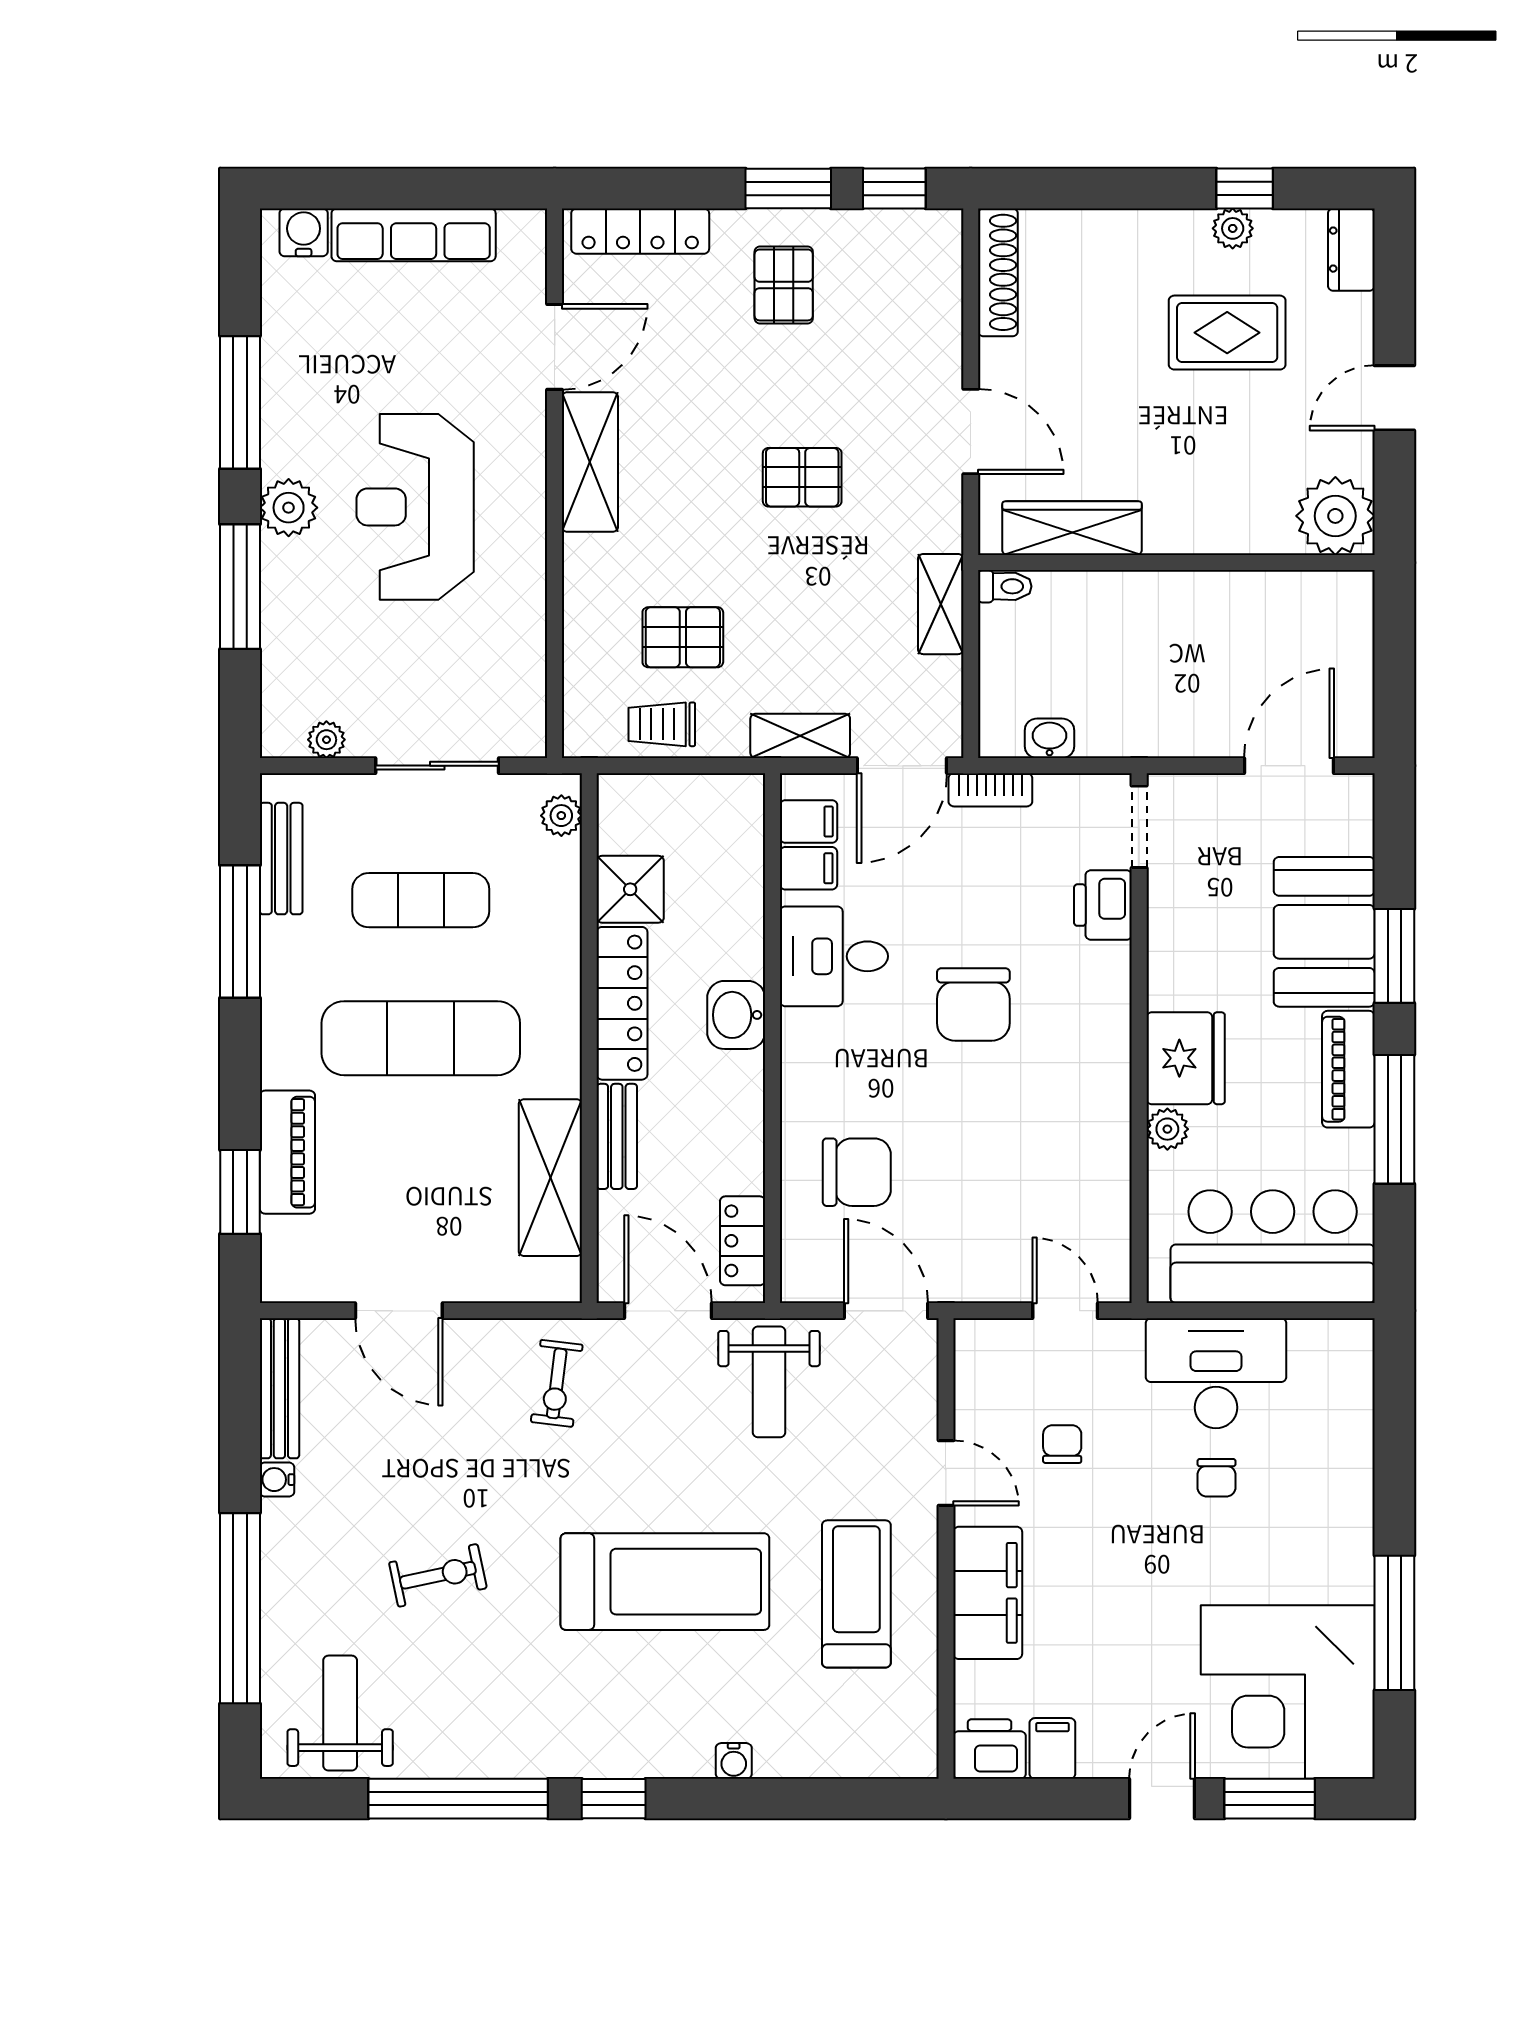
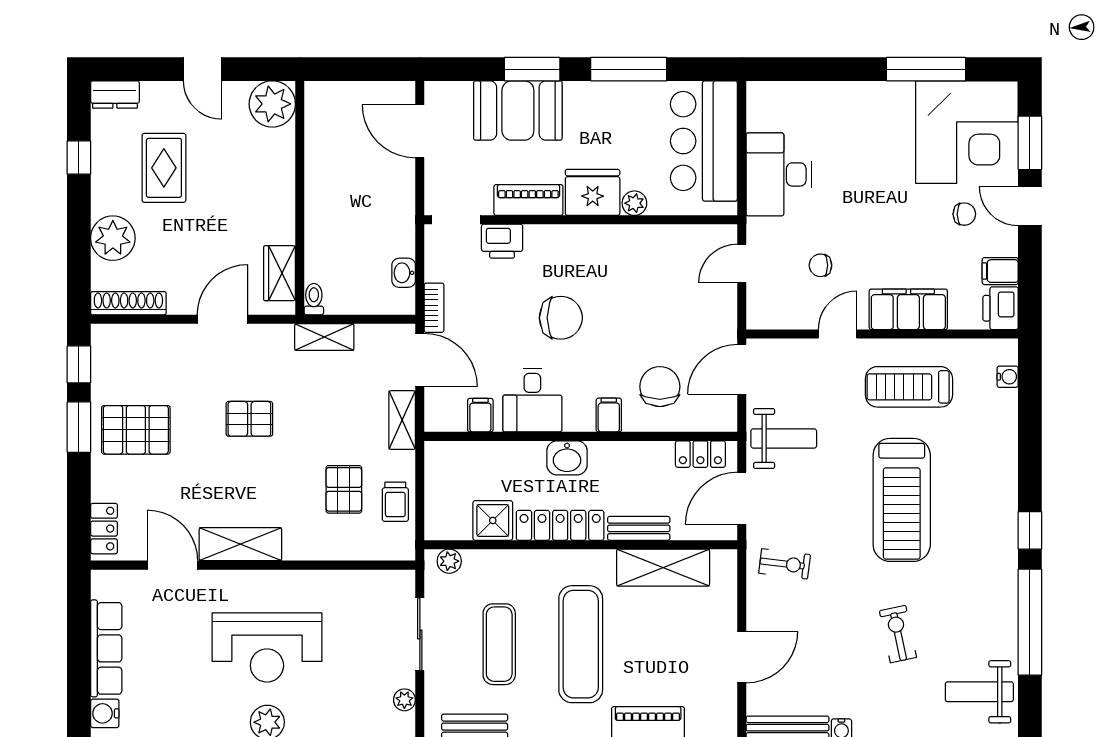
plant: (1233, 228) -> (113, 238), moved, width x1.87, depth x1.87
locker: (640, 231) -> (104, 529), width x0.66
pallet: (784, 285) -> (136, 430), width x1.50, depth x1.42
pallet: (802, 477) -> (249, 419), turned 90
wardrobe: (1072, 528) -> (279, 273), width x0.67
filing cabinet: (809, 821) -> (609, 415), moved
piano: (1348, 1069) -> (528, 200), moved, turned 180
chair: (1216, 1478) -> (964, 214), moved
treadmill: (665, 1582) -> (902, 500), turned 180
water cooler: (734, 1761) -> (1008, 377), moved

